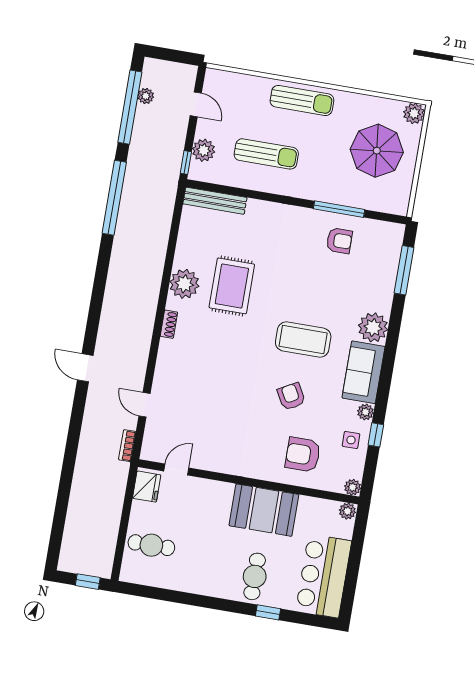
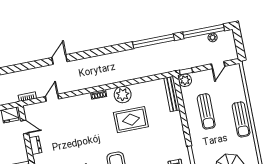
plant: (204, 150) -> (185, 80), moved
dresser: (214, 463) -> (35, 145), added

